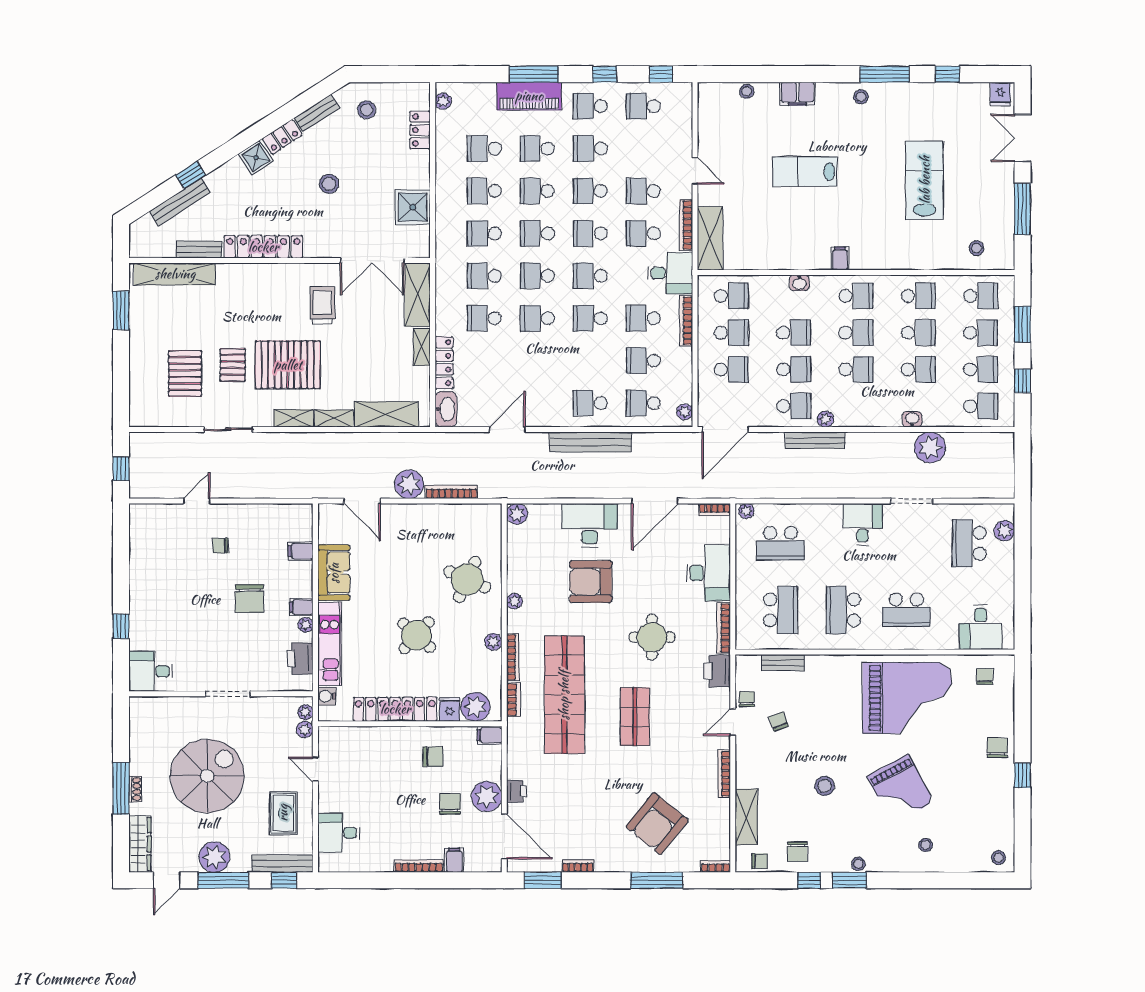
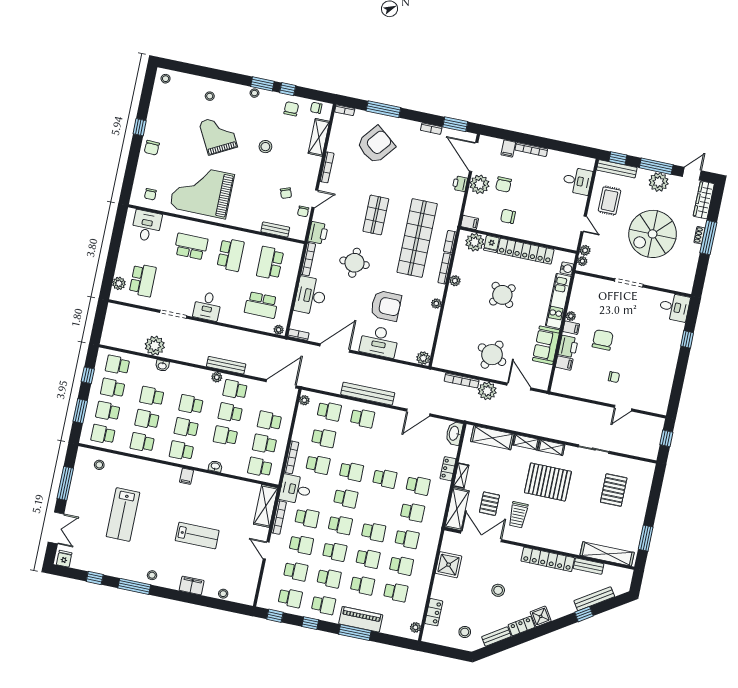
school desk: (537, 276) -> (296, 571), moved
locker: (444, 363) -> (448, 469), width x0.66
pallet: (233, 365) -> (489, 504), moved
school desk: (781, 543) -> (261, 305), turned 180
round table: (467, 579) -> (492, 355), moved
printer: (300, 659) -> (568, 346), moved

